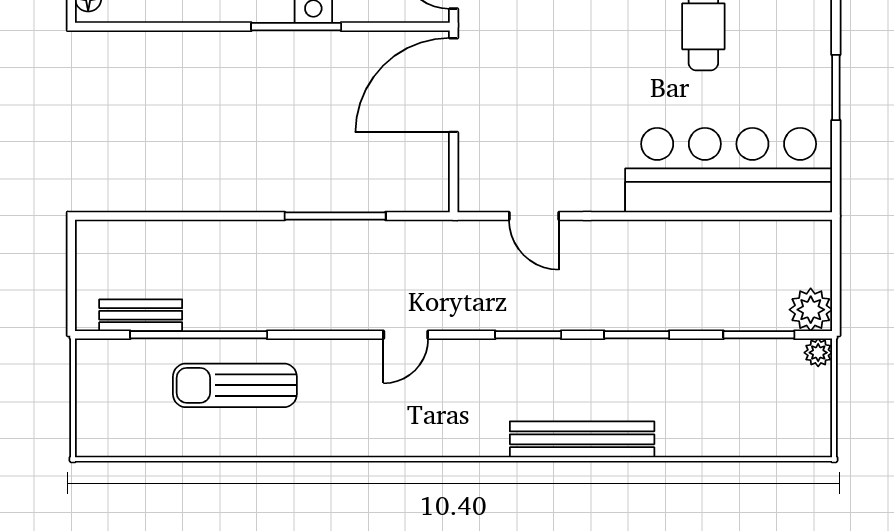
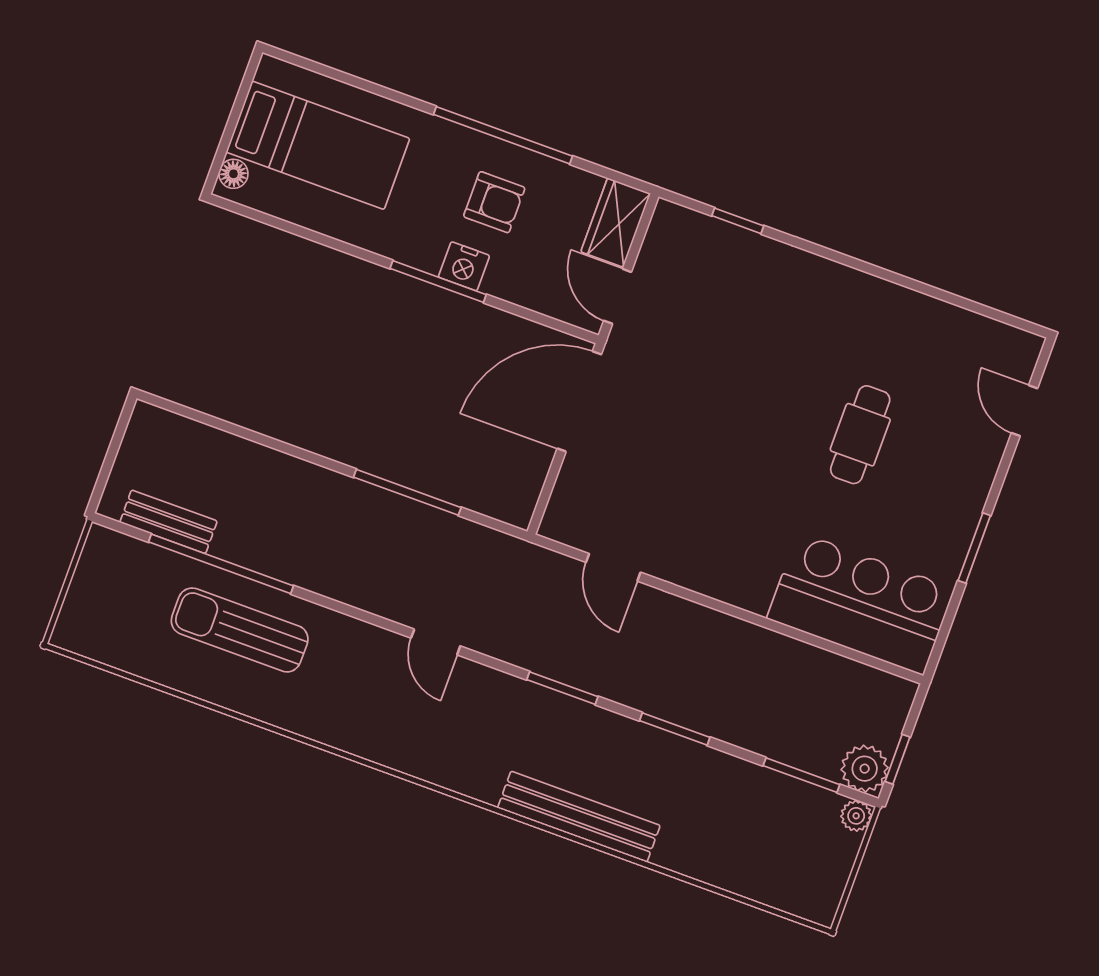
bar counter: (729, 170) -> (861, 604), width x0.73
window: (836, 292) -> (897, 759), added
door: (406, 335) -> (436, 642), hinge flipped

